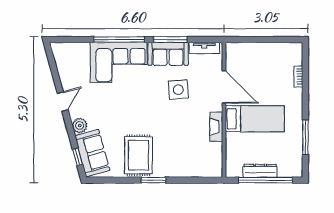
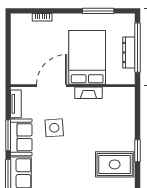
bed: (255, 119) -> (87, 57), width x1.50

